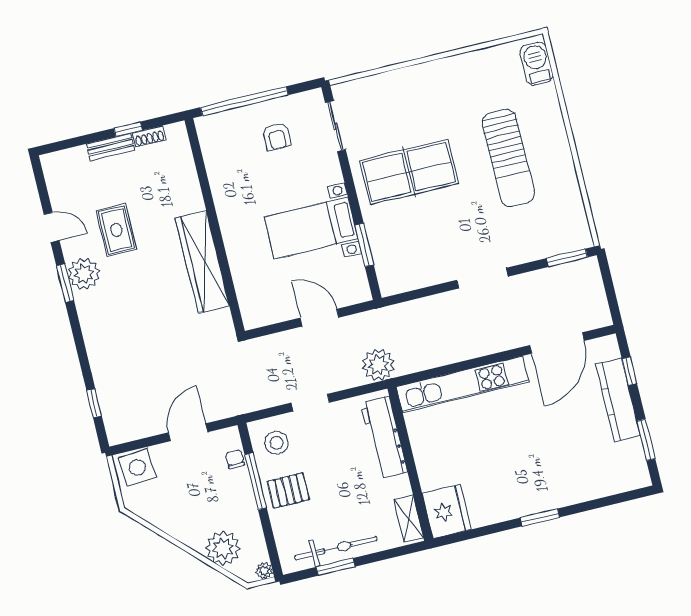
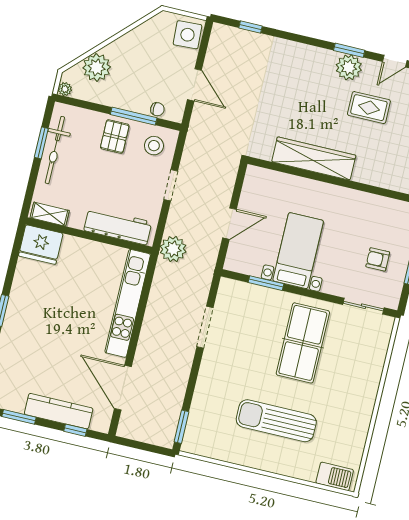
doorway: (482, 278) -> (205, 327), moved

